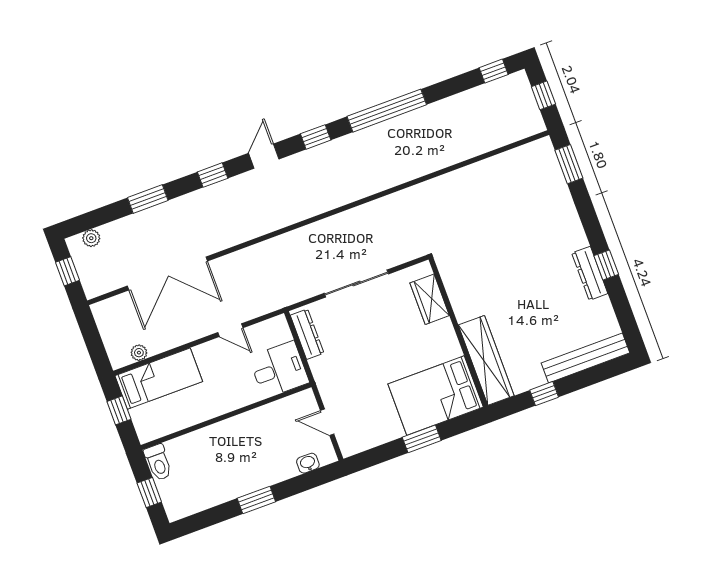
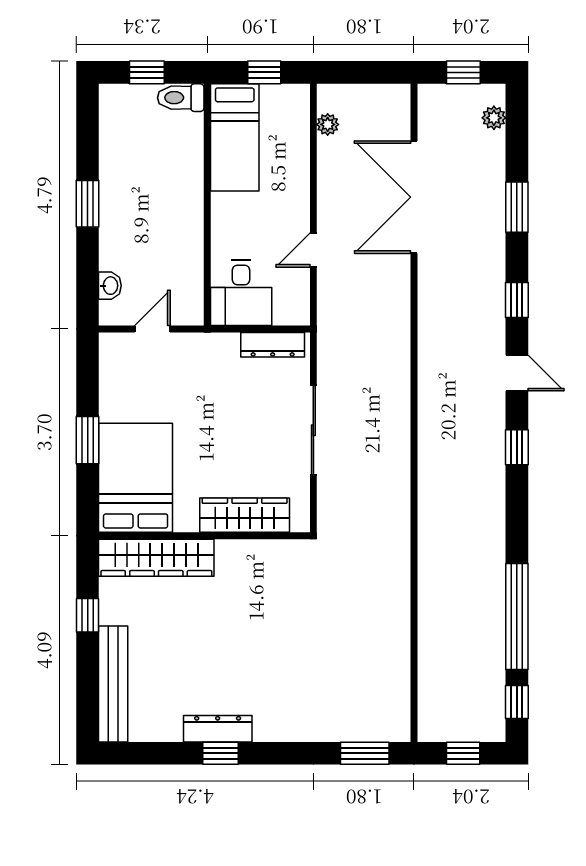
window: (387, 111) -> (517, 616), moved
wardrobe: (430, 299) -> (245, 515), width x1.50
bed: (159, 379) -> (235, 137), moved

